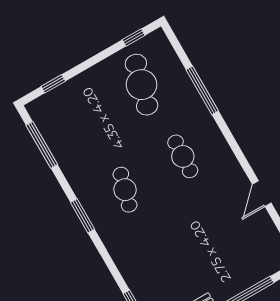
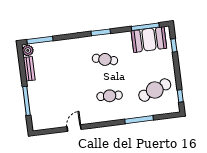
cafe table: (142, 85) -> (155, 90), turned -36
booth: (61, 130) -> (149, 40), added
door: (262, 194) -> (74, 128), hinge flipped

